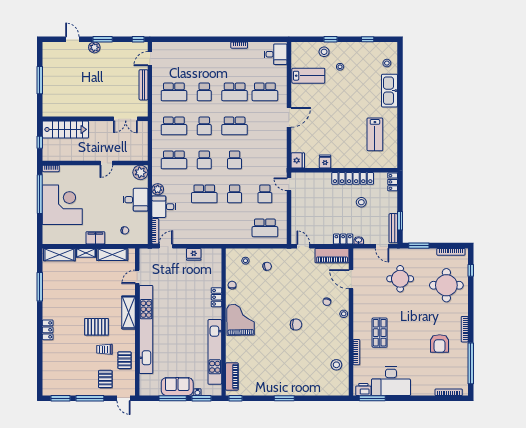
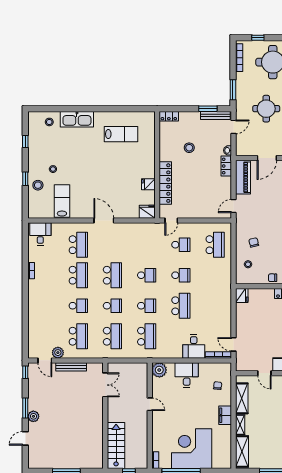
locker: (353, 178) -> (165, 183), moved
plant: (158, 189) -> (58, 353), moved
fridge: (194, 254) -> (242, 295), moved

